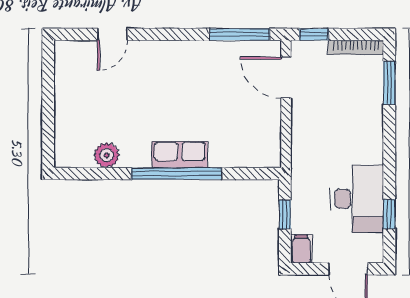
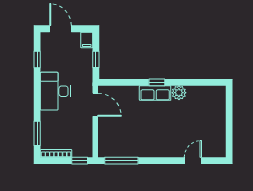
door: (286, 78) -> (95, 105), moved
plant: (107, 155) -> (179, 93), moved
window: (176, 174) -> (157, 82), width x0.32
desk: (357, 199) -> (55, 91), moved

